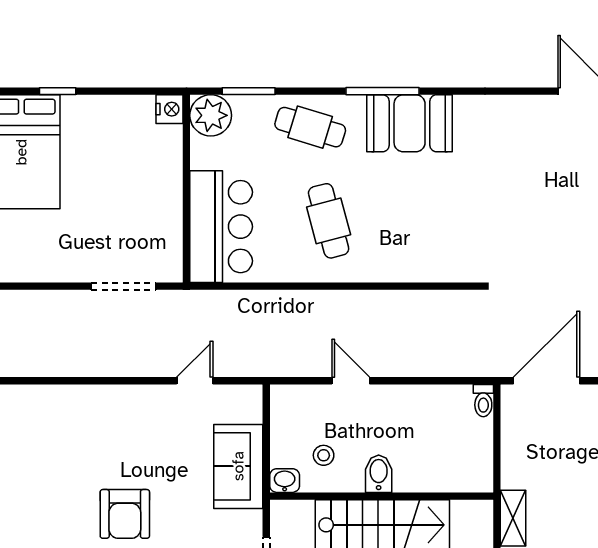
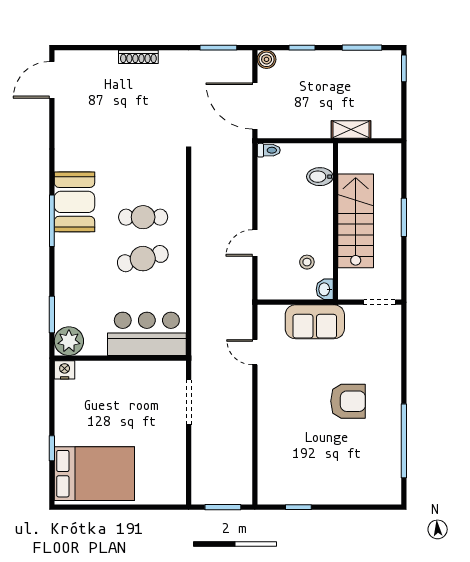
cafe table: (310, 127) -> (143, 217), moved, turned 73
bidet: (379, 474) -> (320, 177), moved

